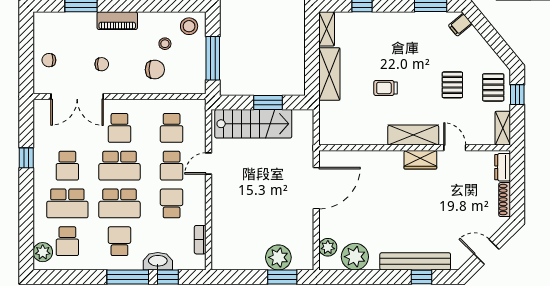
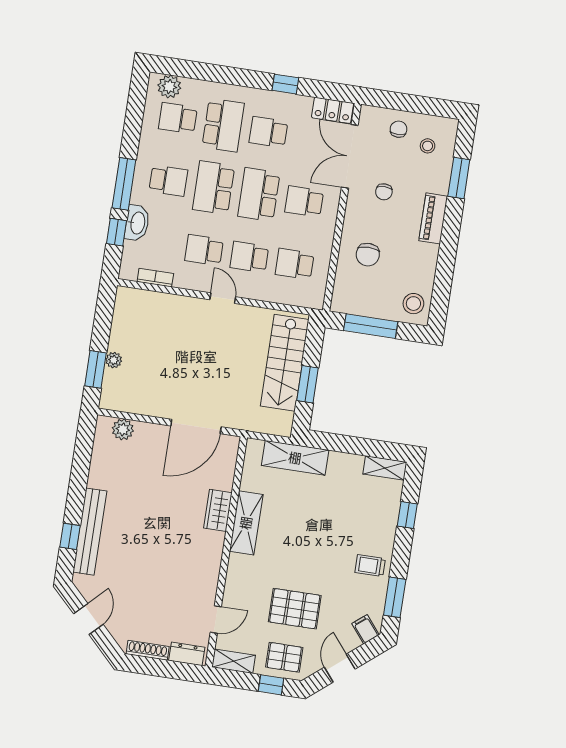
door: (495, 41) -> (340, 668), added
stool: (165, 44) -> (428, 146), moved
shelving: (329, 74) -> (295, 458), moved
pallet: (452, 85) -> (295, 609), width x1.50, depth x1.42
trolley: (386, 88) -> (370, 566), moved, turned -90
locker: (42, 116) -> (333, 110), added
shelving: (413, 135) -> (246, 523), moved
door: (455, 148) -> (216, 620), moved
wardrobe: (420, 160) -> (218, 510), moved
door: (208, 163) -> (223, 298), moved
door: (316, 188) -> (196, 426), hinge flipped
school desk: (67, 203) -> (223, 125), turned 180
school desk: (172, 203) -> (204, 250), turned 180
plant: (278, 257) -> (114, 360), width x0.53, depth x0.53
plant: (355, 257) -> (107, 460), removed

